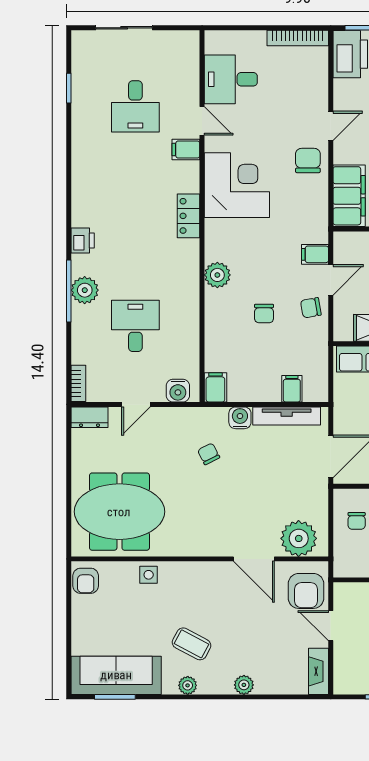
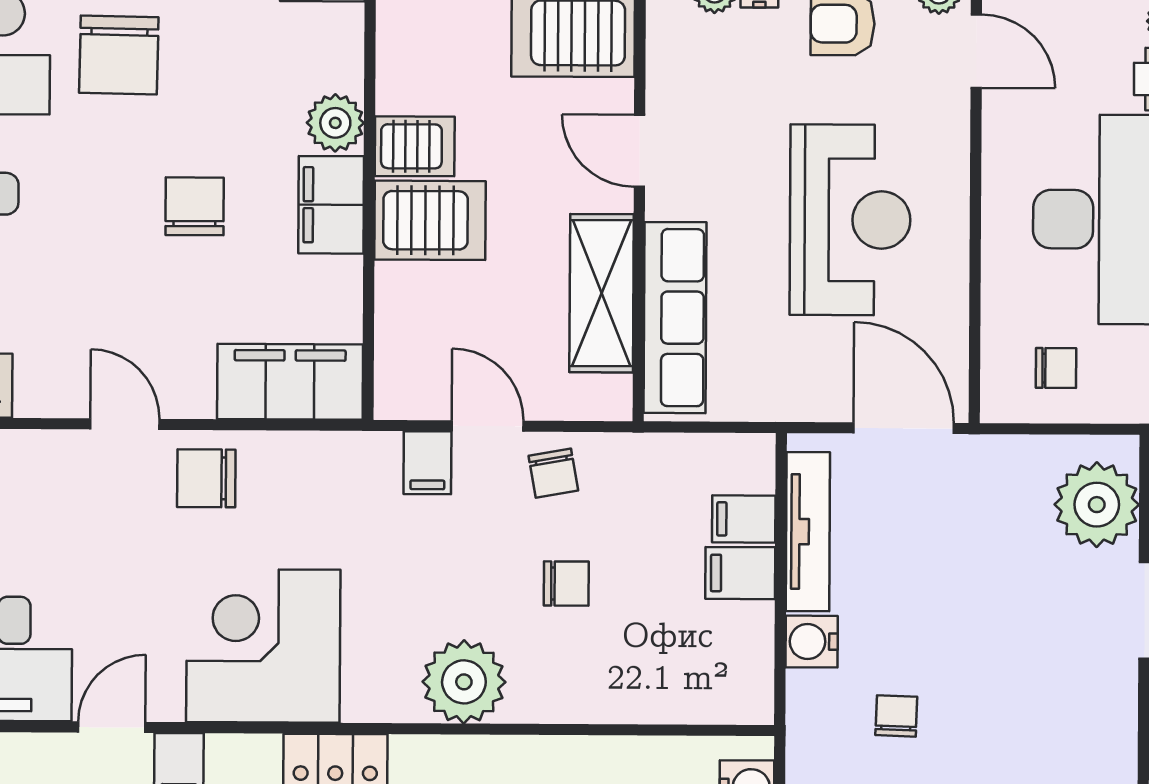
plant: (217, 275) -> (464, 682), width x1.36, depth x1.36
filing cabinet: (215, 387) -> (740, 573), moved
chair: (209, 454) -> (896, 716), turned 119

